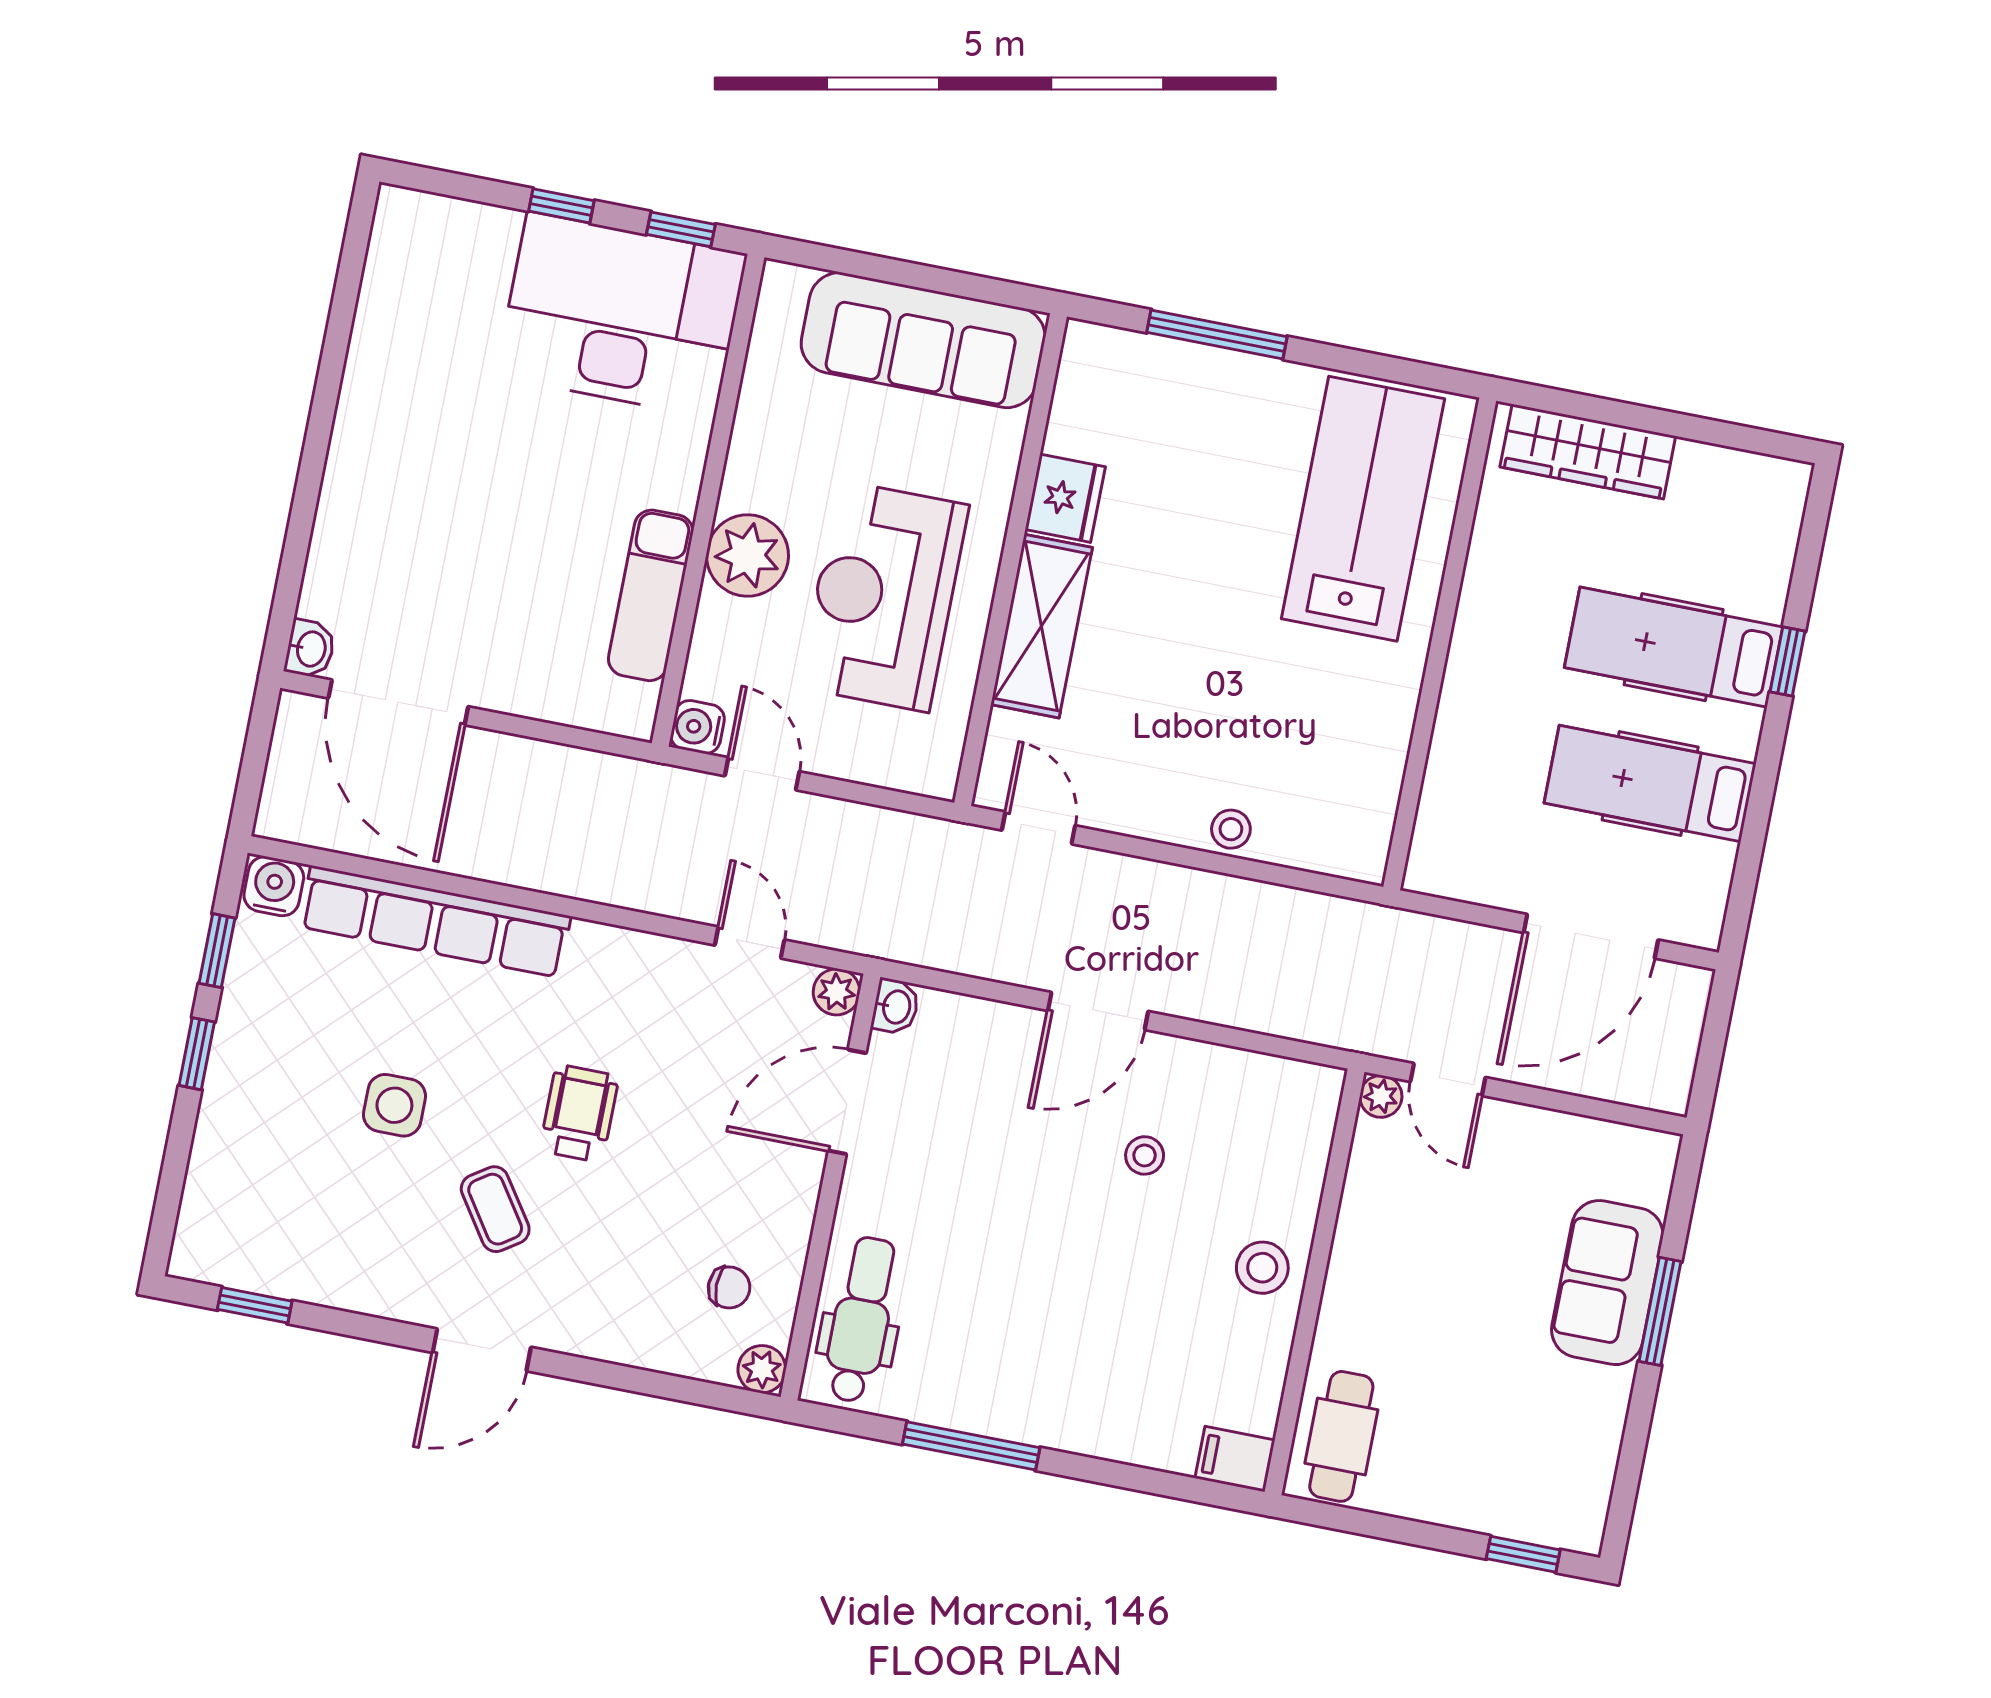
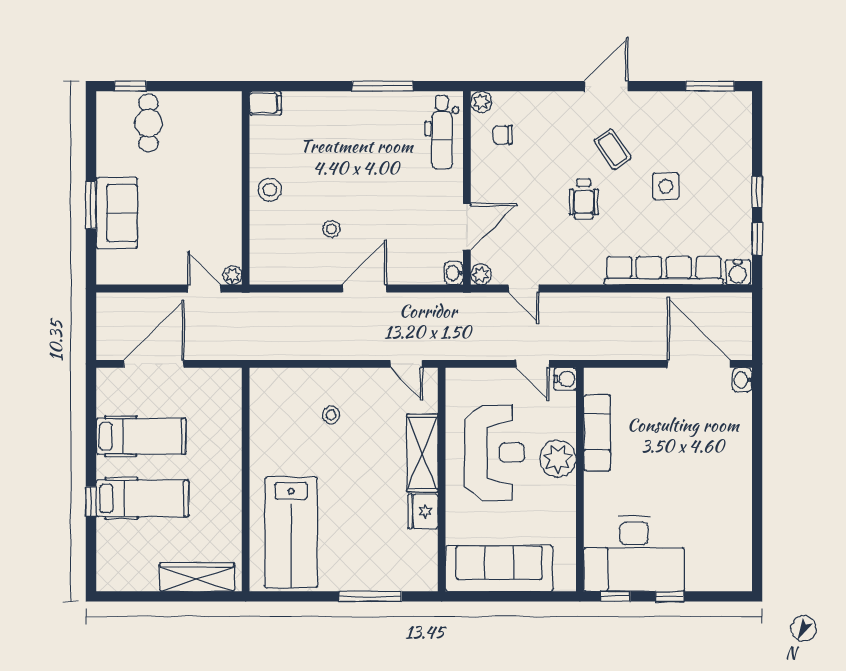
stool: (1231, 829) -> (331, 415), moved
window: (255, 1305) -> (710, 86), width x1.50
cafe table: (1341, 1436) -> (148, 123), moved

